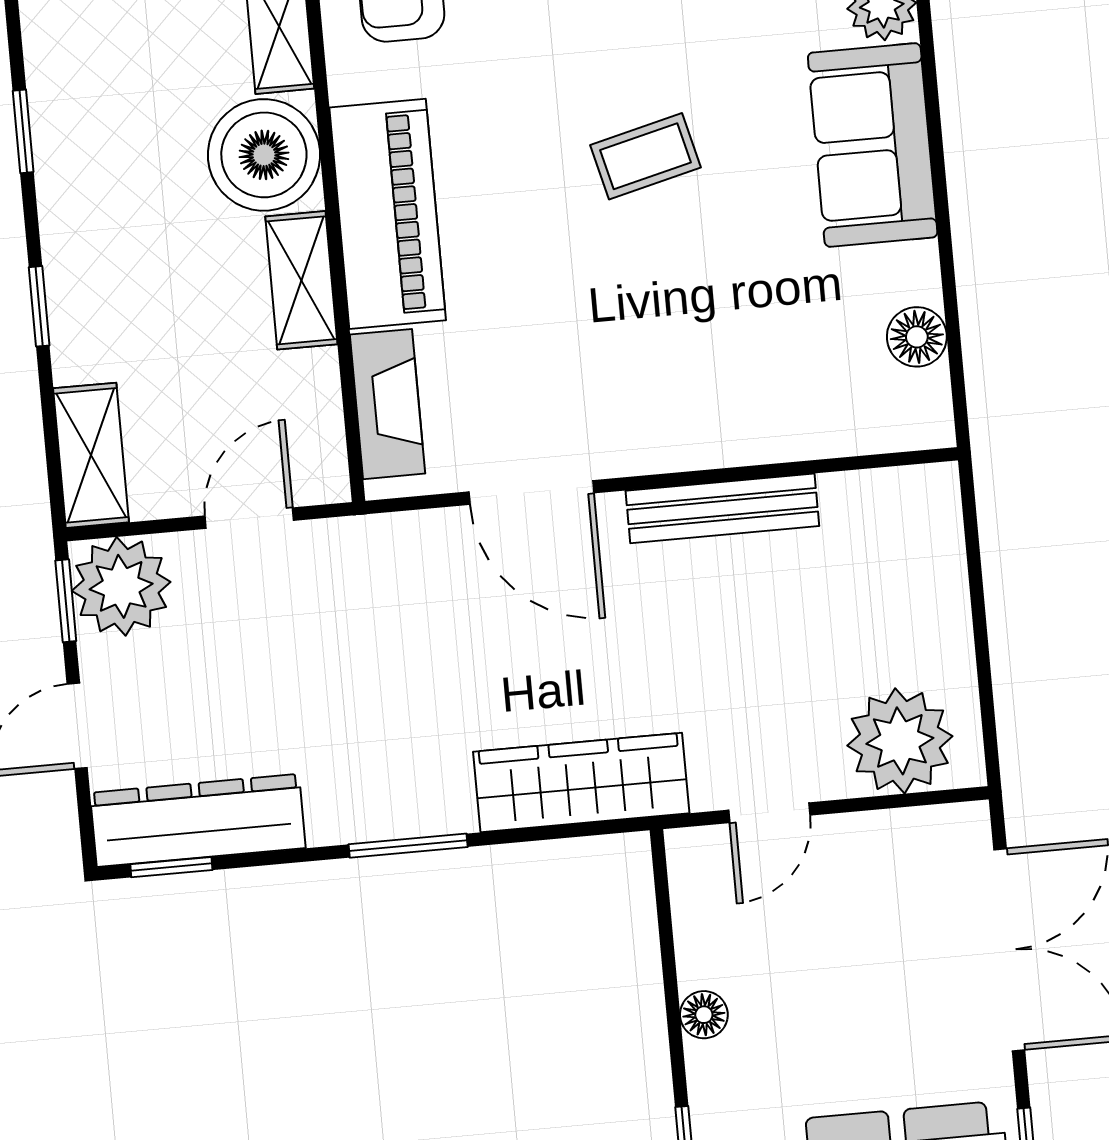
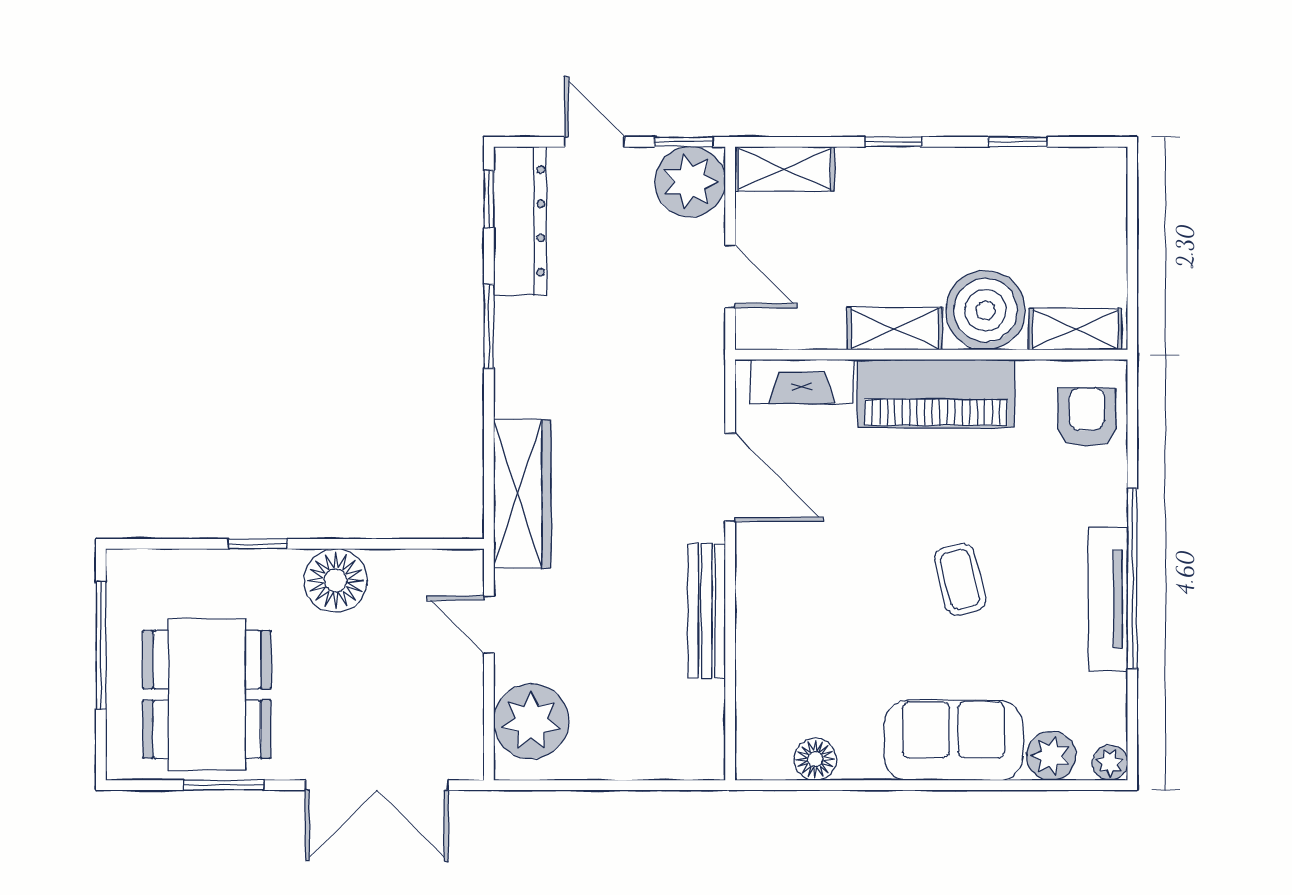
door: (531, 492) -> (730, 477), swing flipped
window: (408, 846) -> (489, 326), moved
floor lamp: (704, 1015) -> (336, 580), width x1.89, depth x1.89

